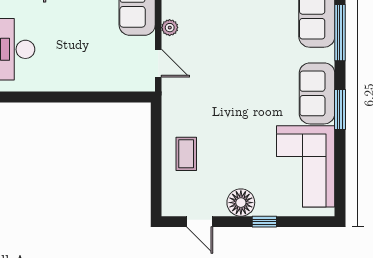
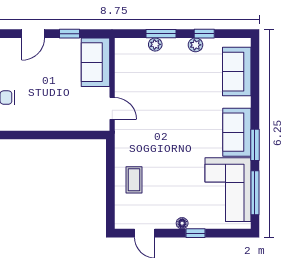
plant: (170, 28) -> (121, 80), removed
window: (340, 33) -> (255, 193), moved
floor lamp: (241, 203) -> (182, 223), width x0.53, depth x0.53

